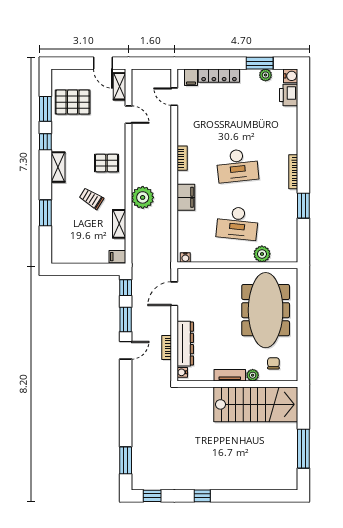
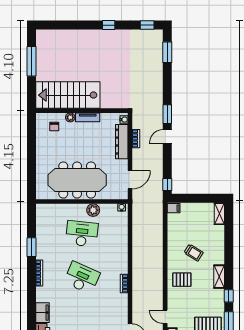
desk: (237, 166) -> (82, 278), turned 30
plant: (143, 197) -> (154, 253), removed
filing cabinet: (186, 197) -> (42, 313), moved, turned 180
window: (45, 213) -> (229, 241), removed
shelving: (119, 224) -> (219, 214), moved
plant: (262, 254) -> (93, 210), moved
meeting table: (266, 310) -> (77, 180), moved, turned 90
window: (126, 319) -> (167, 114), moved

